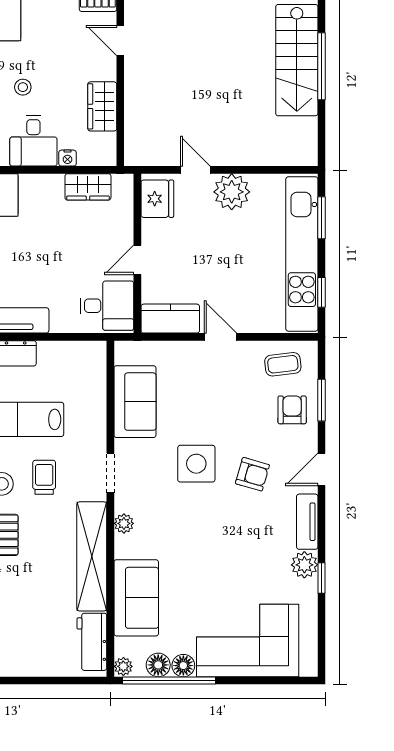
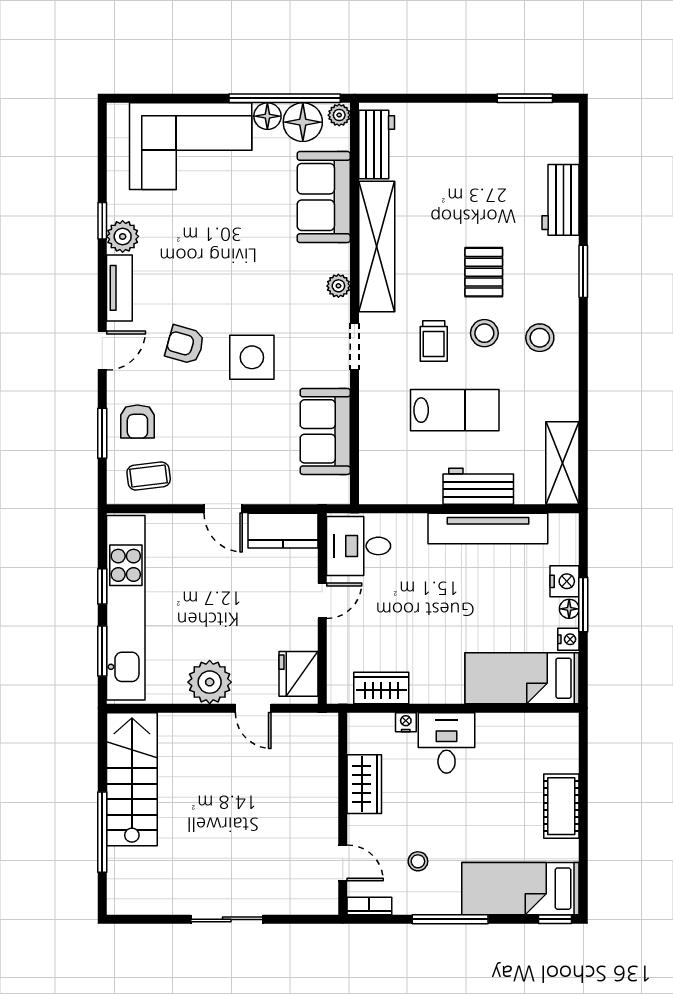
stairs: (297, 60) -> (132, 779), moved
stool: (23, 87) -> (418, 861), moved
window: (322, 292) -> (102, 586), moved
floor lamp: (158, 665) -> (303, 122), width x1.38, depth x1.38

